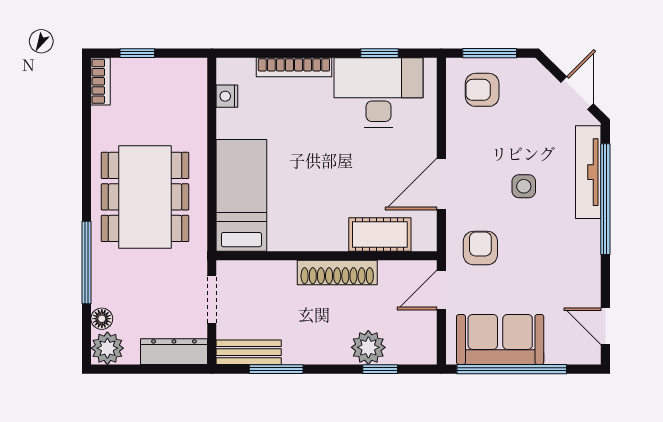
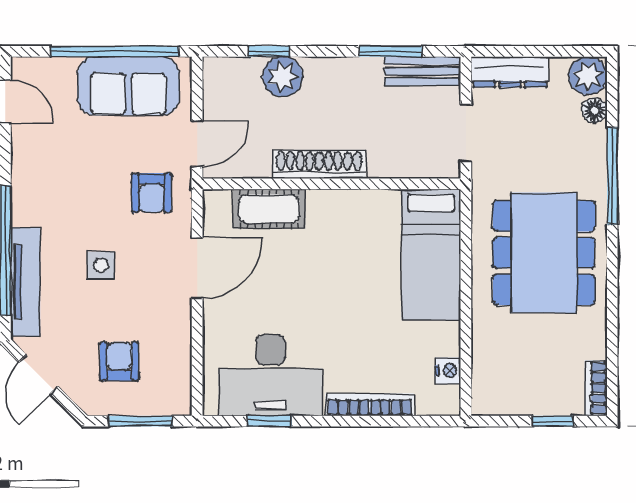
armchair: (482, 90) -> (119, 361), moved, turned -90

